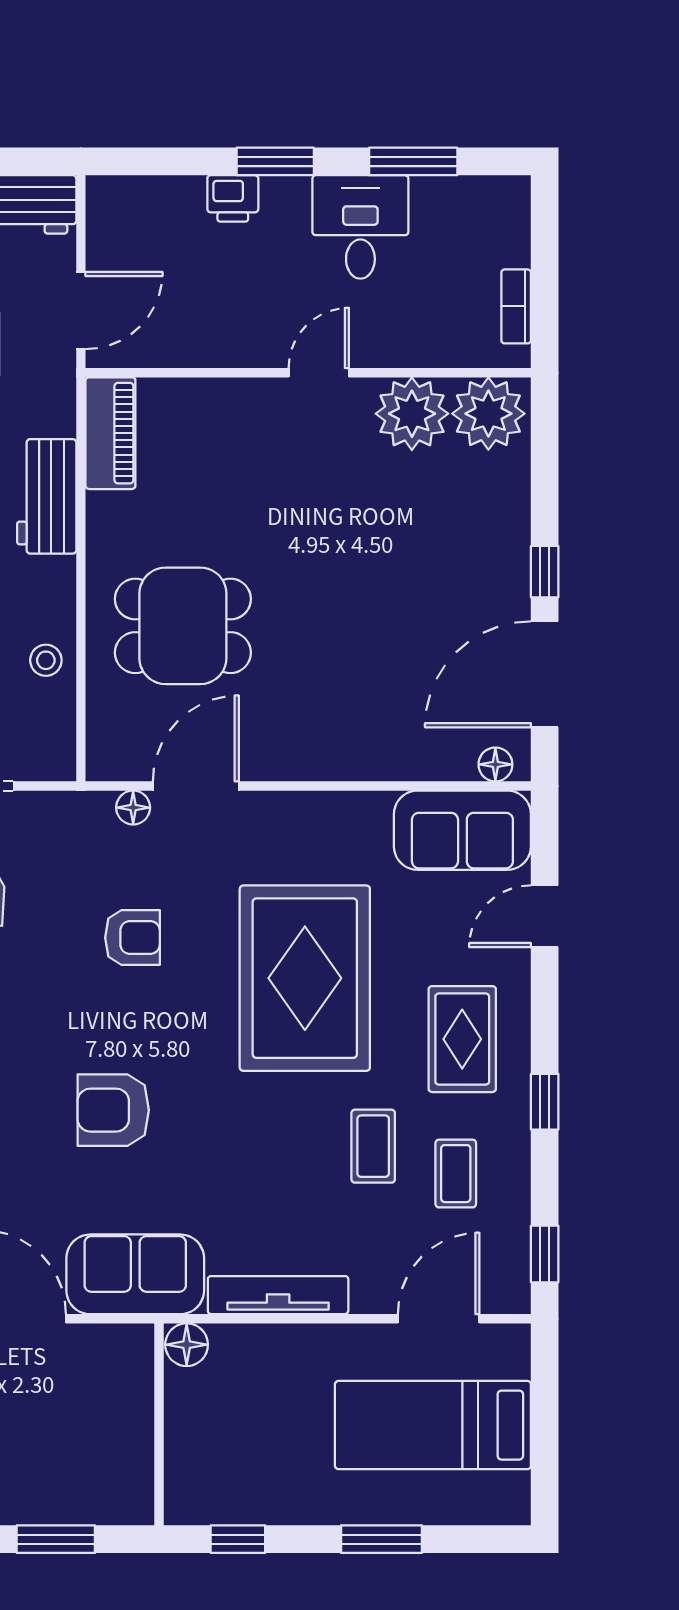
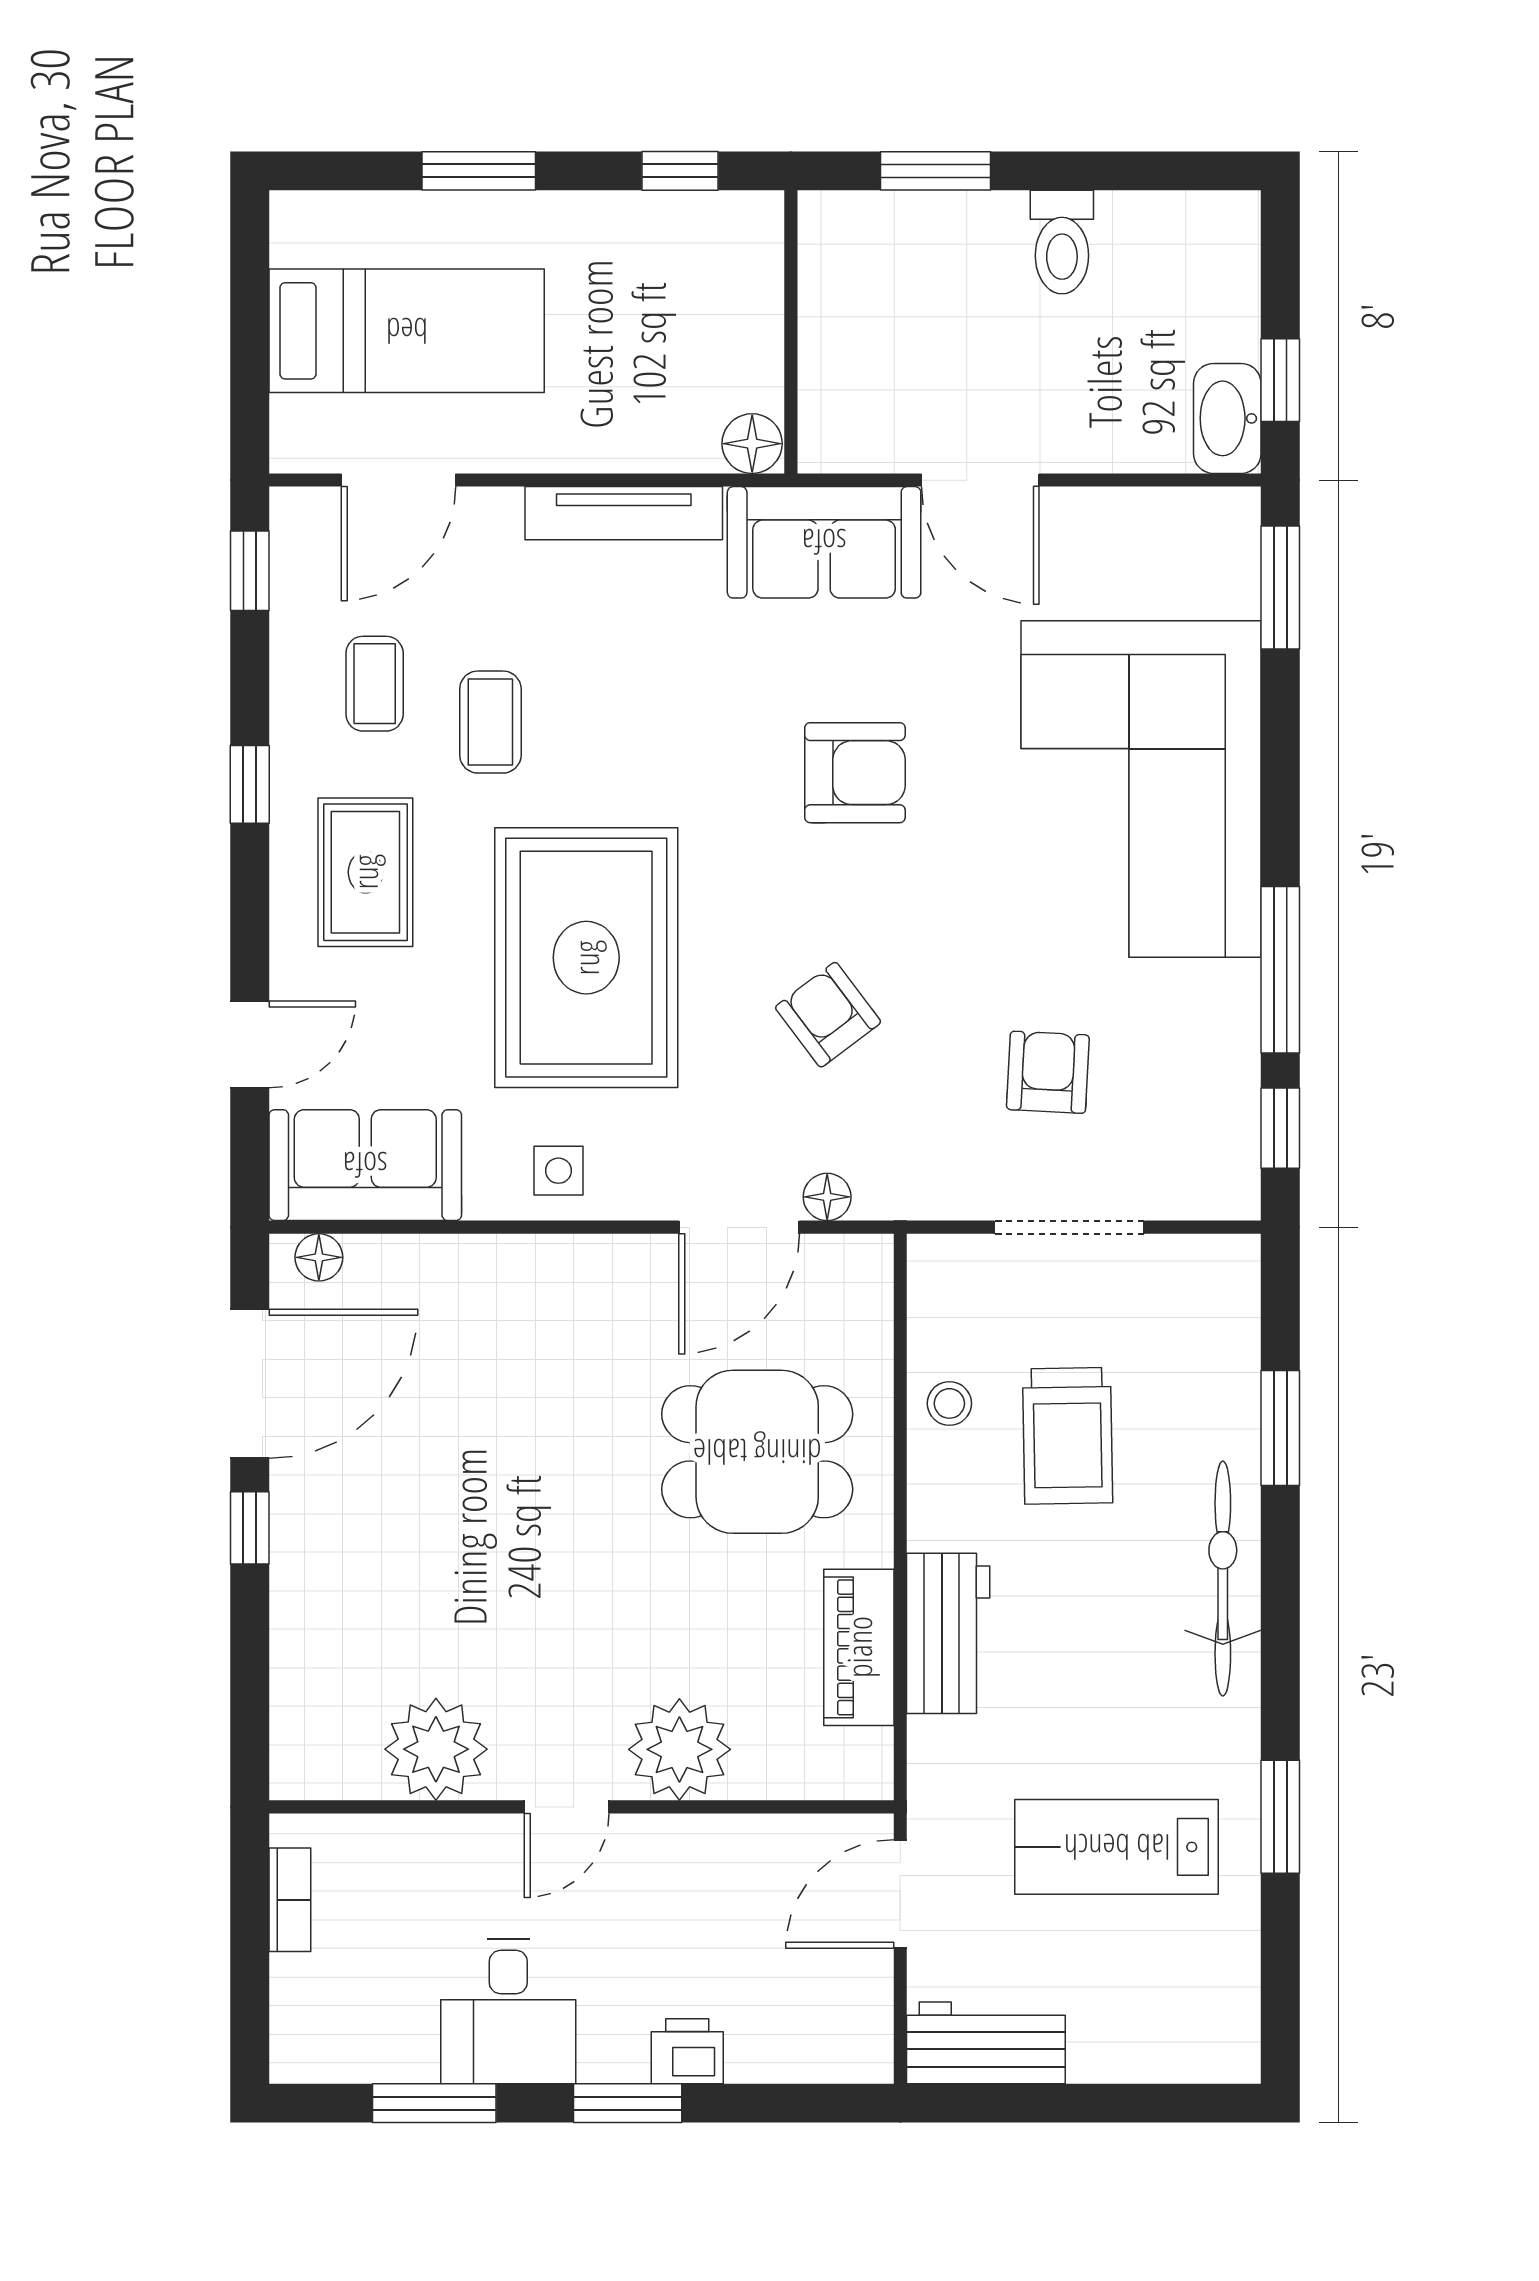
plant: (488, 414) -> (679, 1749), moved
piano: (110, 433) -> (859, 1647), moved
side table: (325, 826) -> (558, 1171), added
armchair: (132, 938) -> (828, 1015), turned 53

